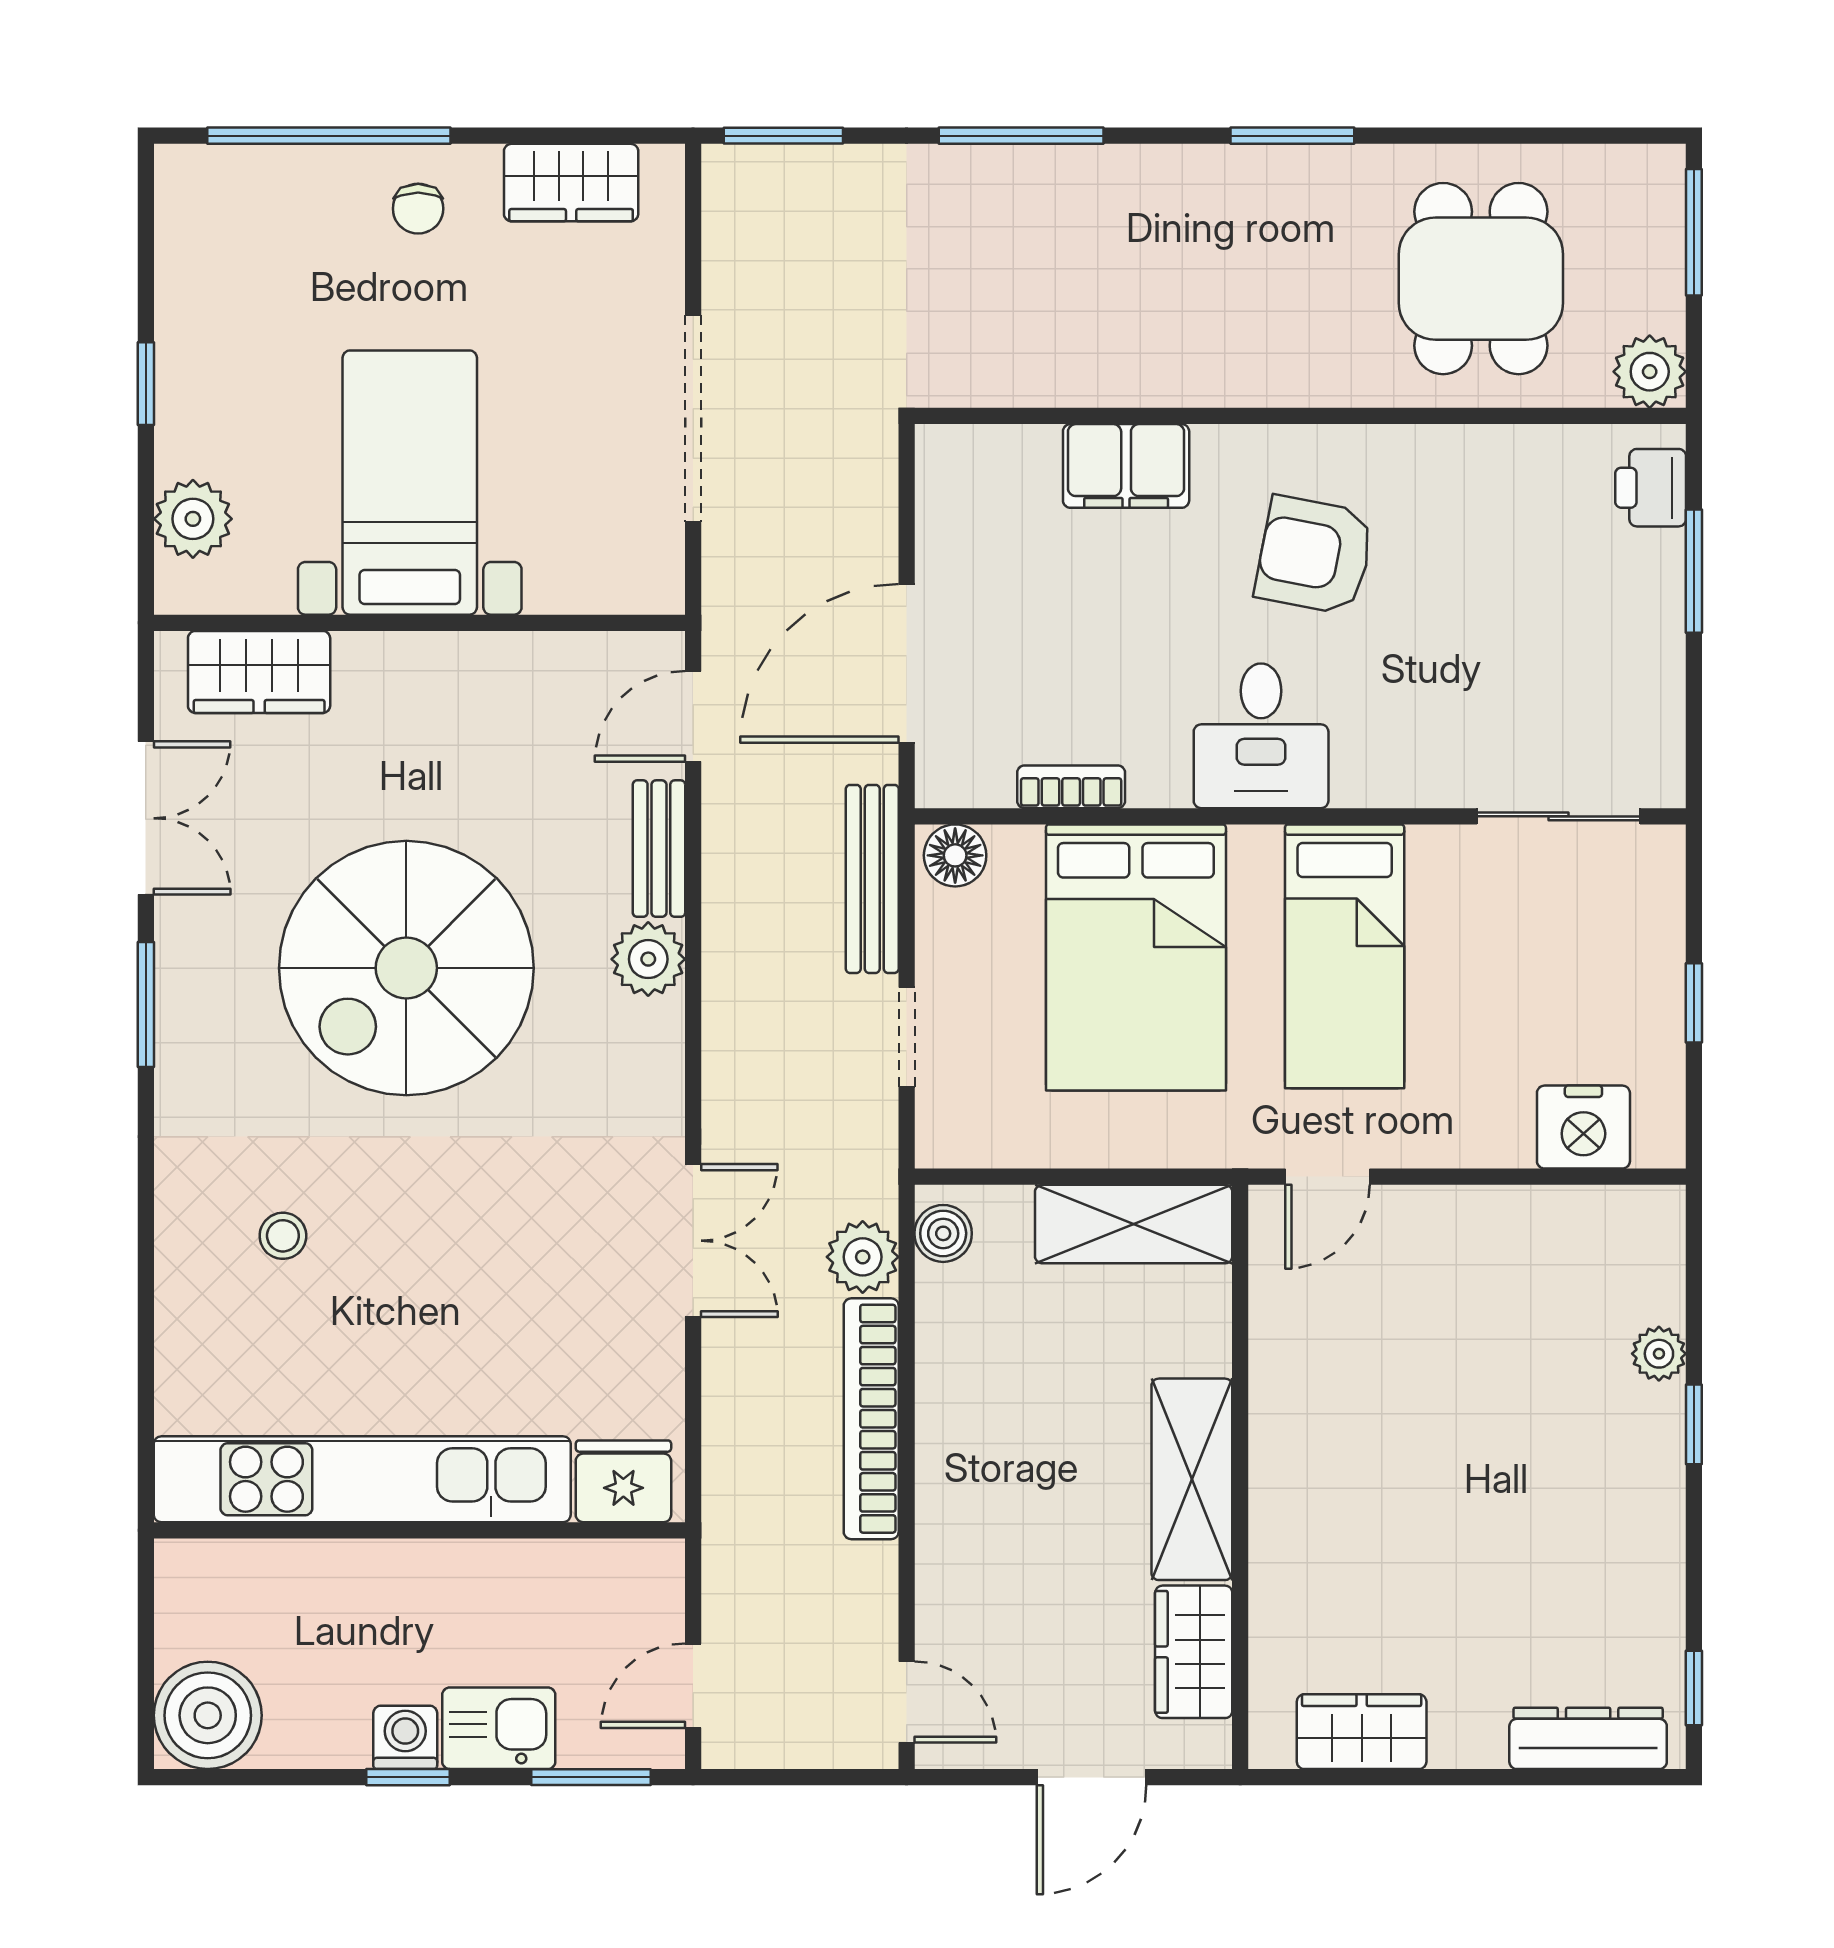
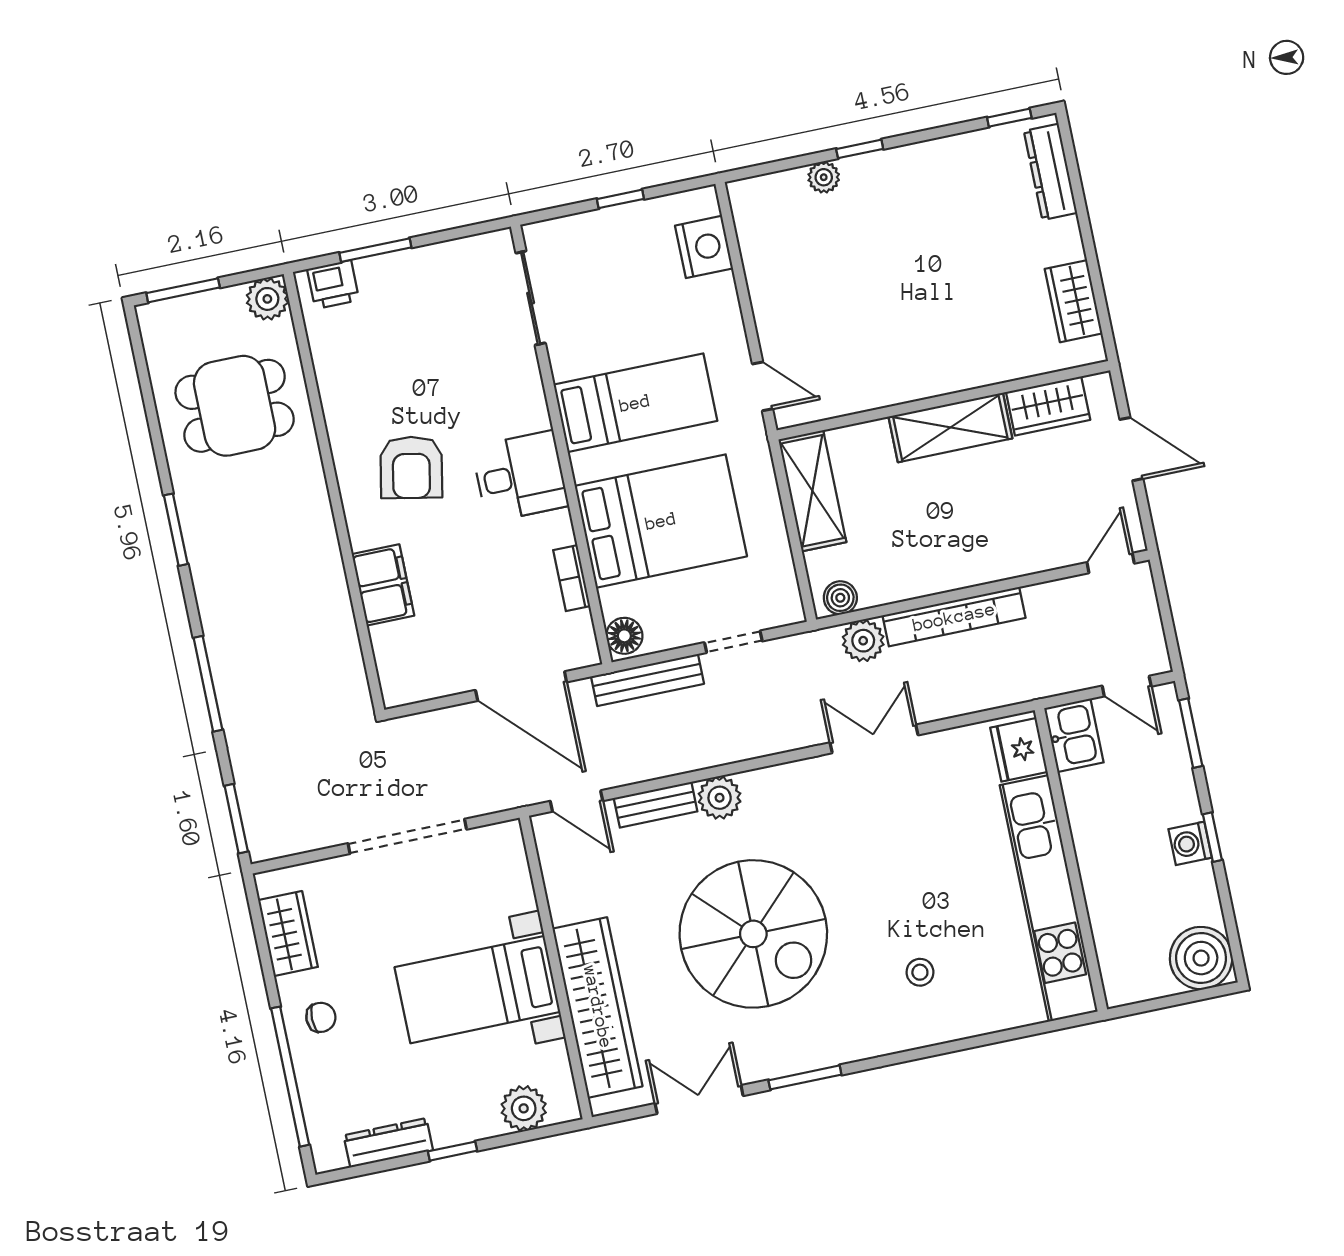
dresser: (182, 278) -> (388, 1143), added
wardrobe: (259, 672) -> (598, 1007), width x2.10, depth x1.17
kitchen sink: (499, 1728) -> (1074, 735), moved, turned 180

